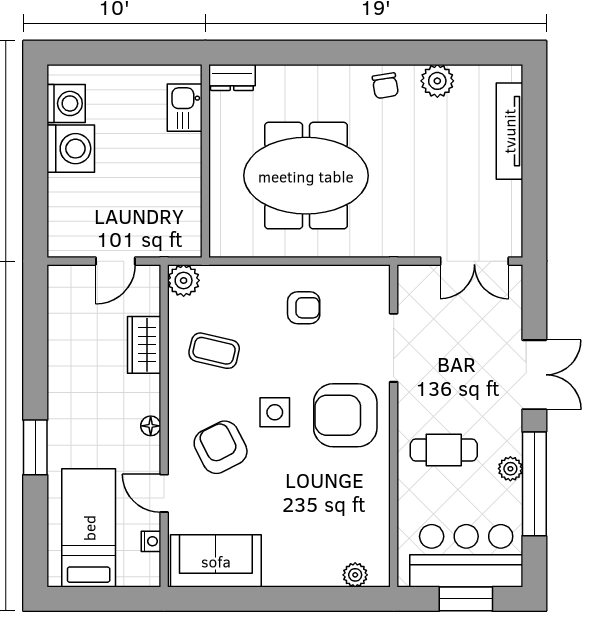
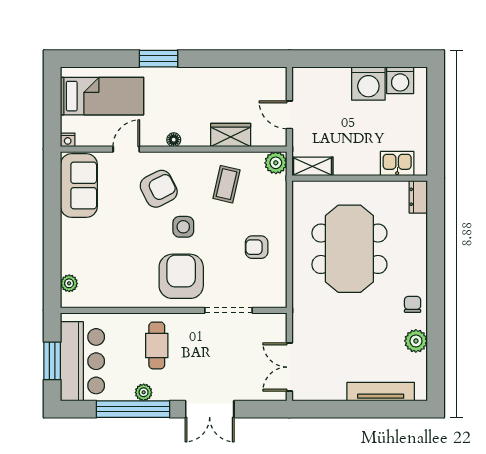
chair: (385, 86) -> (413, 304), turned 99
shelving: (189, 228) -> (312, 166), added
armchair: (304, 308) -> (257, 247), turned 90
nightstand: (151, 541) -> (68, 140), moved

